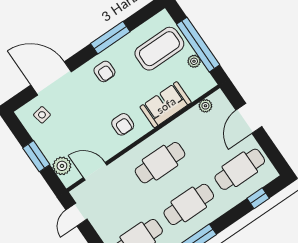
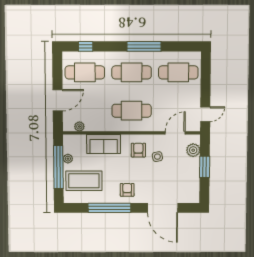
window: (110, 38) -> (109, 208), width x1.46
side table: (42, 115) -> (157, 157), moved
door: (95, 171) -> (175, 133), swing flipped

